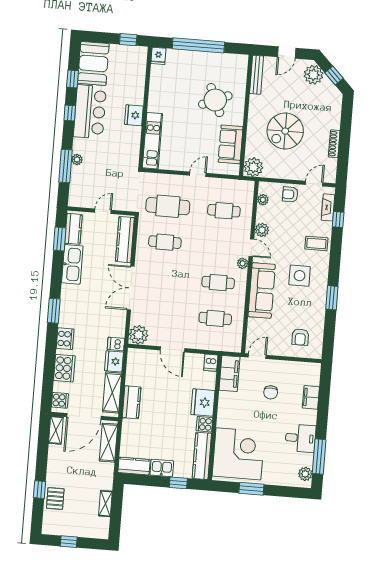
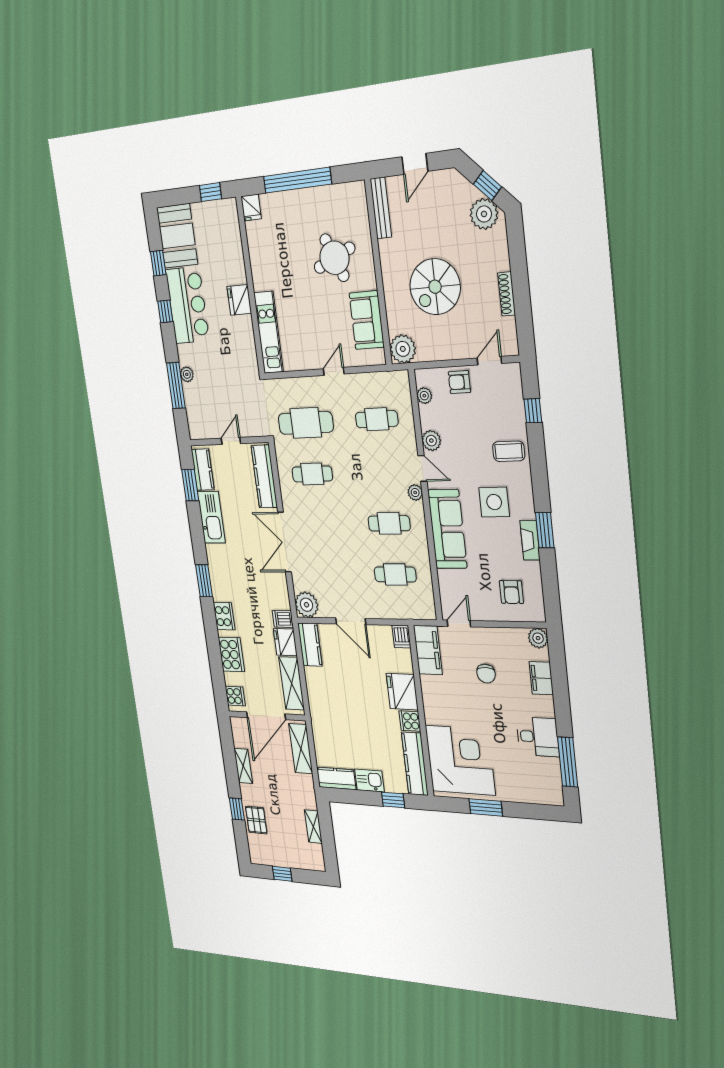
plant: (313, 75) -> (484, 214), moved
fireplace: (328, 207) -> (530, 540), moved
kitchen counter: (132, 402) -> (310, 645), moved
shelving: (56, 430) -> (243, 766), moved
plant: (305, 474) -> (538, 638), moved

